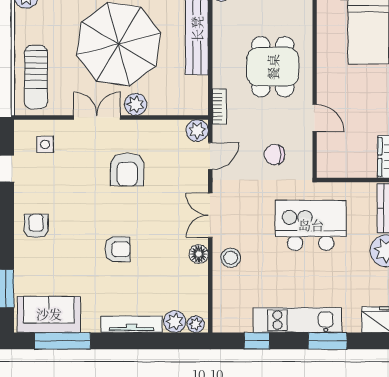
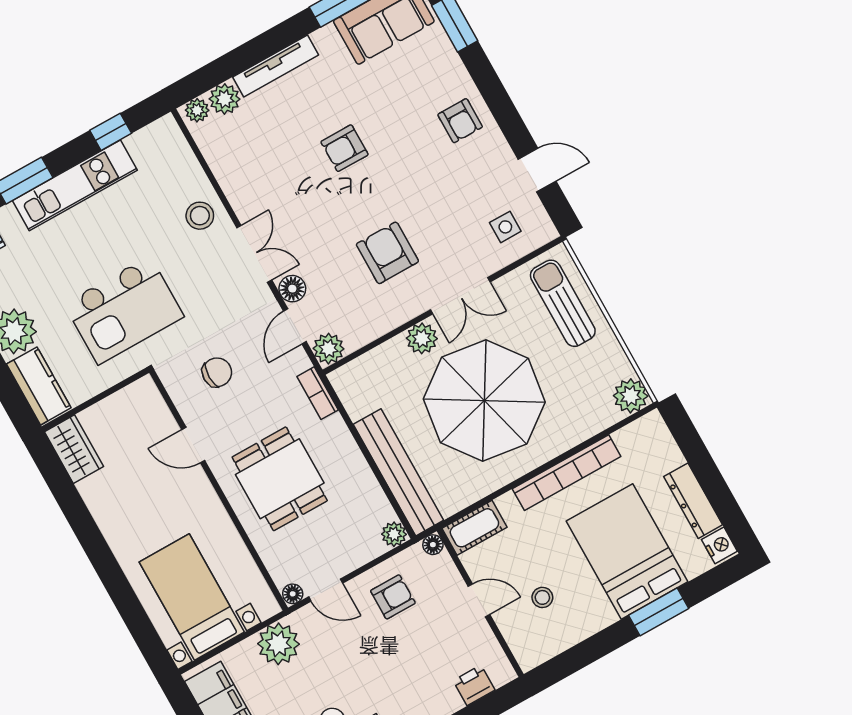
floor lamp: (199, 254) -> (292, 289), moved

